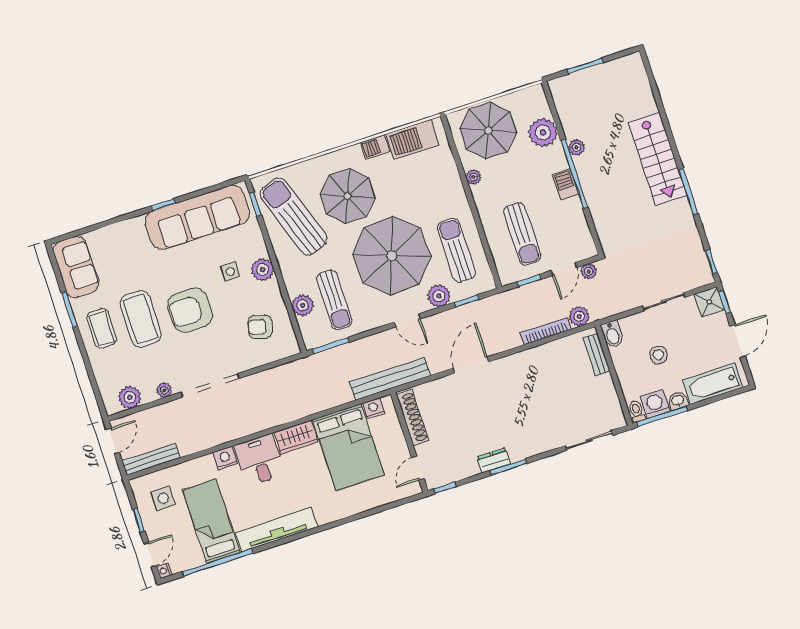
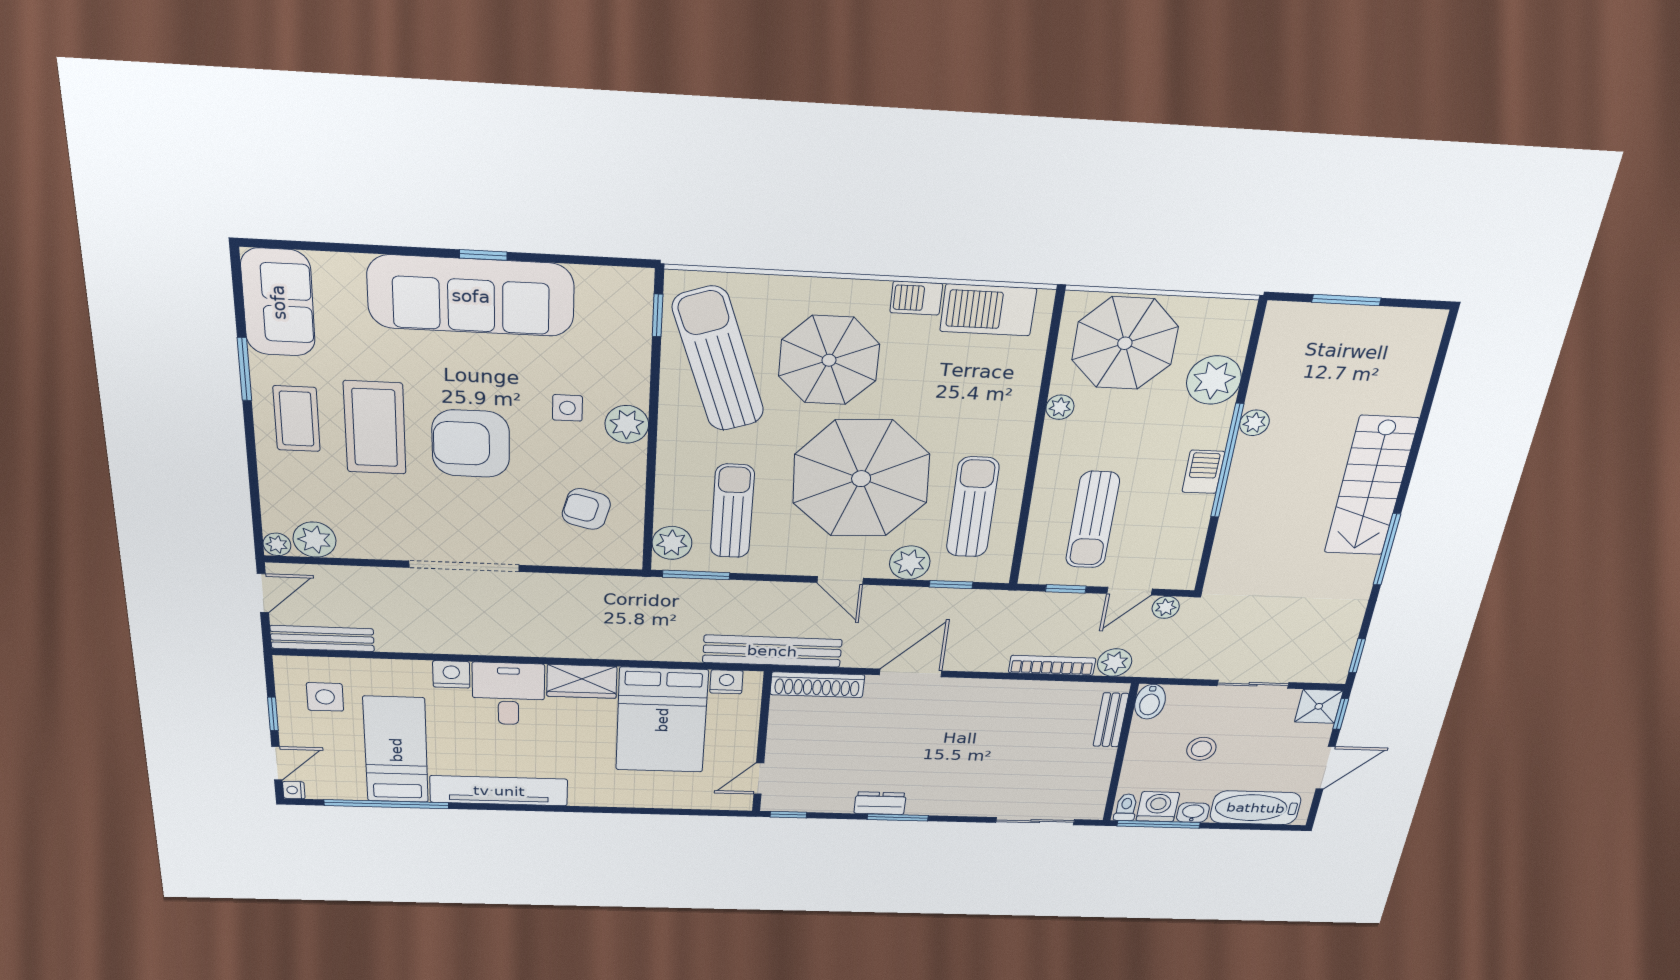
sofa: (197, 217) -> (471, 296), moved
sun lounger: (334, 300) -> (732, 511), turned 180
plant: (303, 305) -> (672, 543), moved
plant: (164, 390) -> (277, 544), moved
shoe rack: (412, 418) -> (817, 685), moved, turned 90

